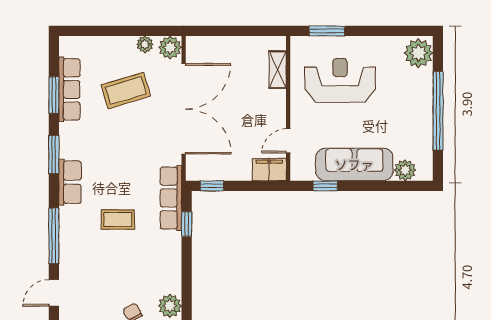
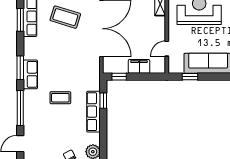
coffee table: (126, 91) -> (65, 17), turned 34
window: (54, 154) -> (20, 68), moved
filing cabinet: (269, 170) -> (139, 66), moved
row of seats: (171, 198) -> (94, 112), moved

